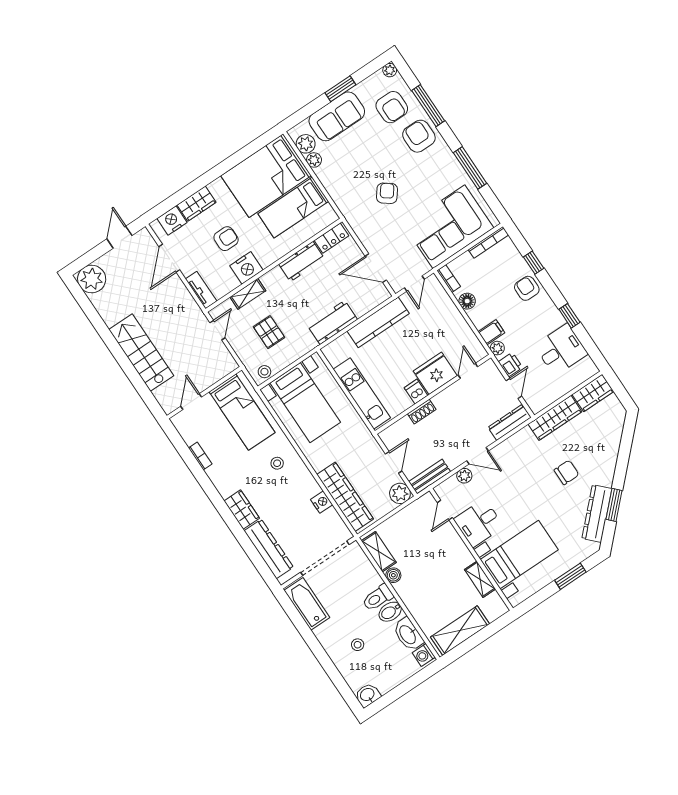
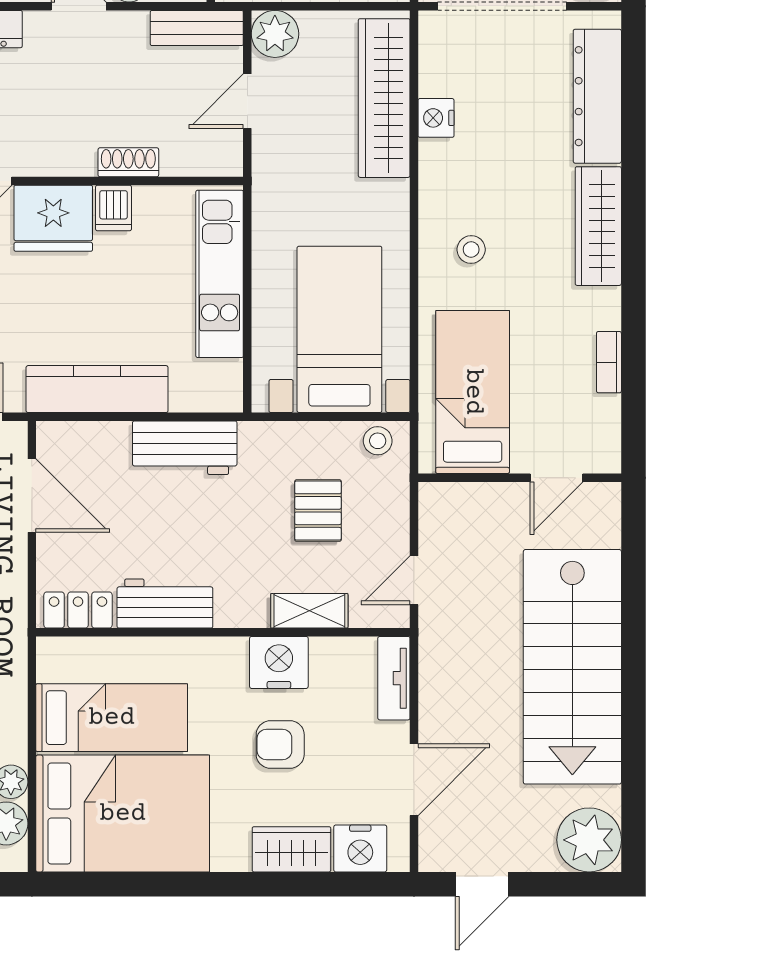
stairs: (141, 353) -> (572, 667), width x1.36, depth x1.51
wardrobe: (242, 510) -> (598, 226), width x1.50

